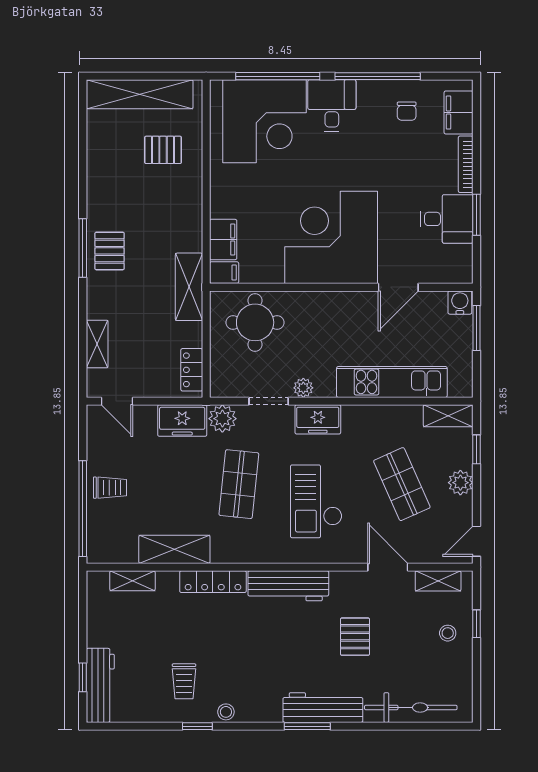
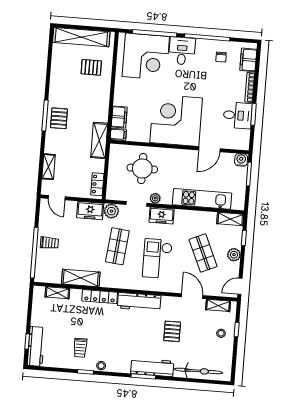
round table: (255, 322) -> (142, 169), moved

